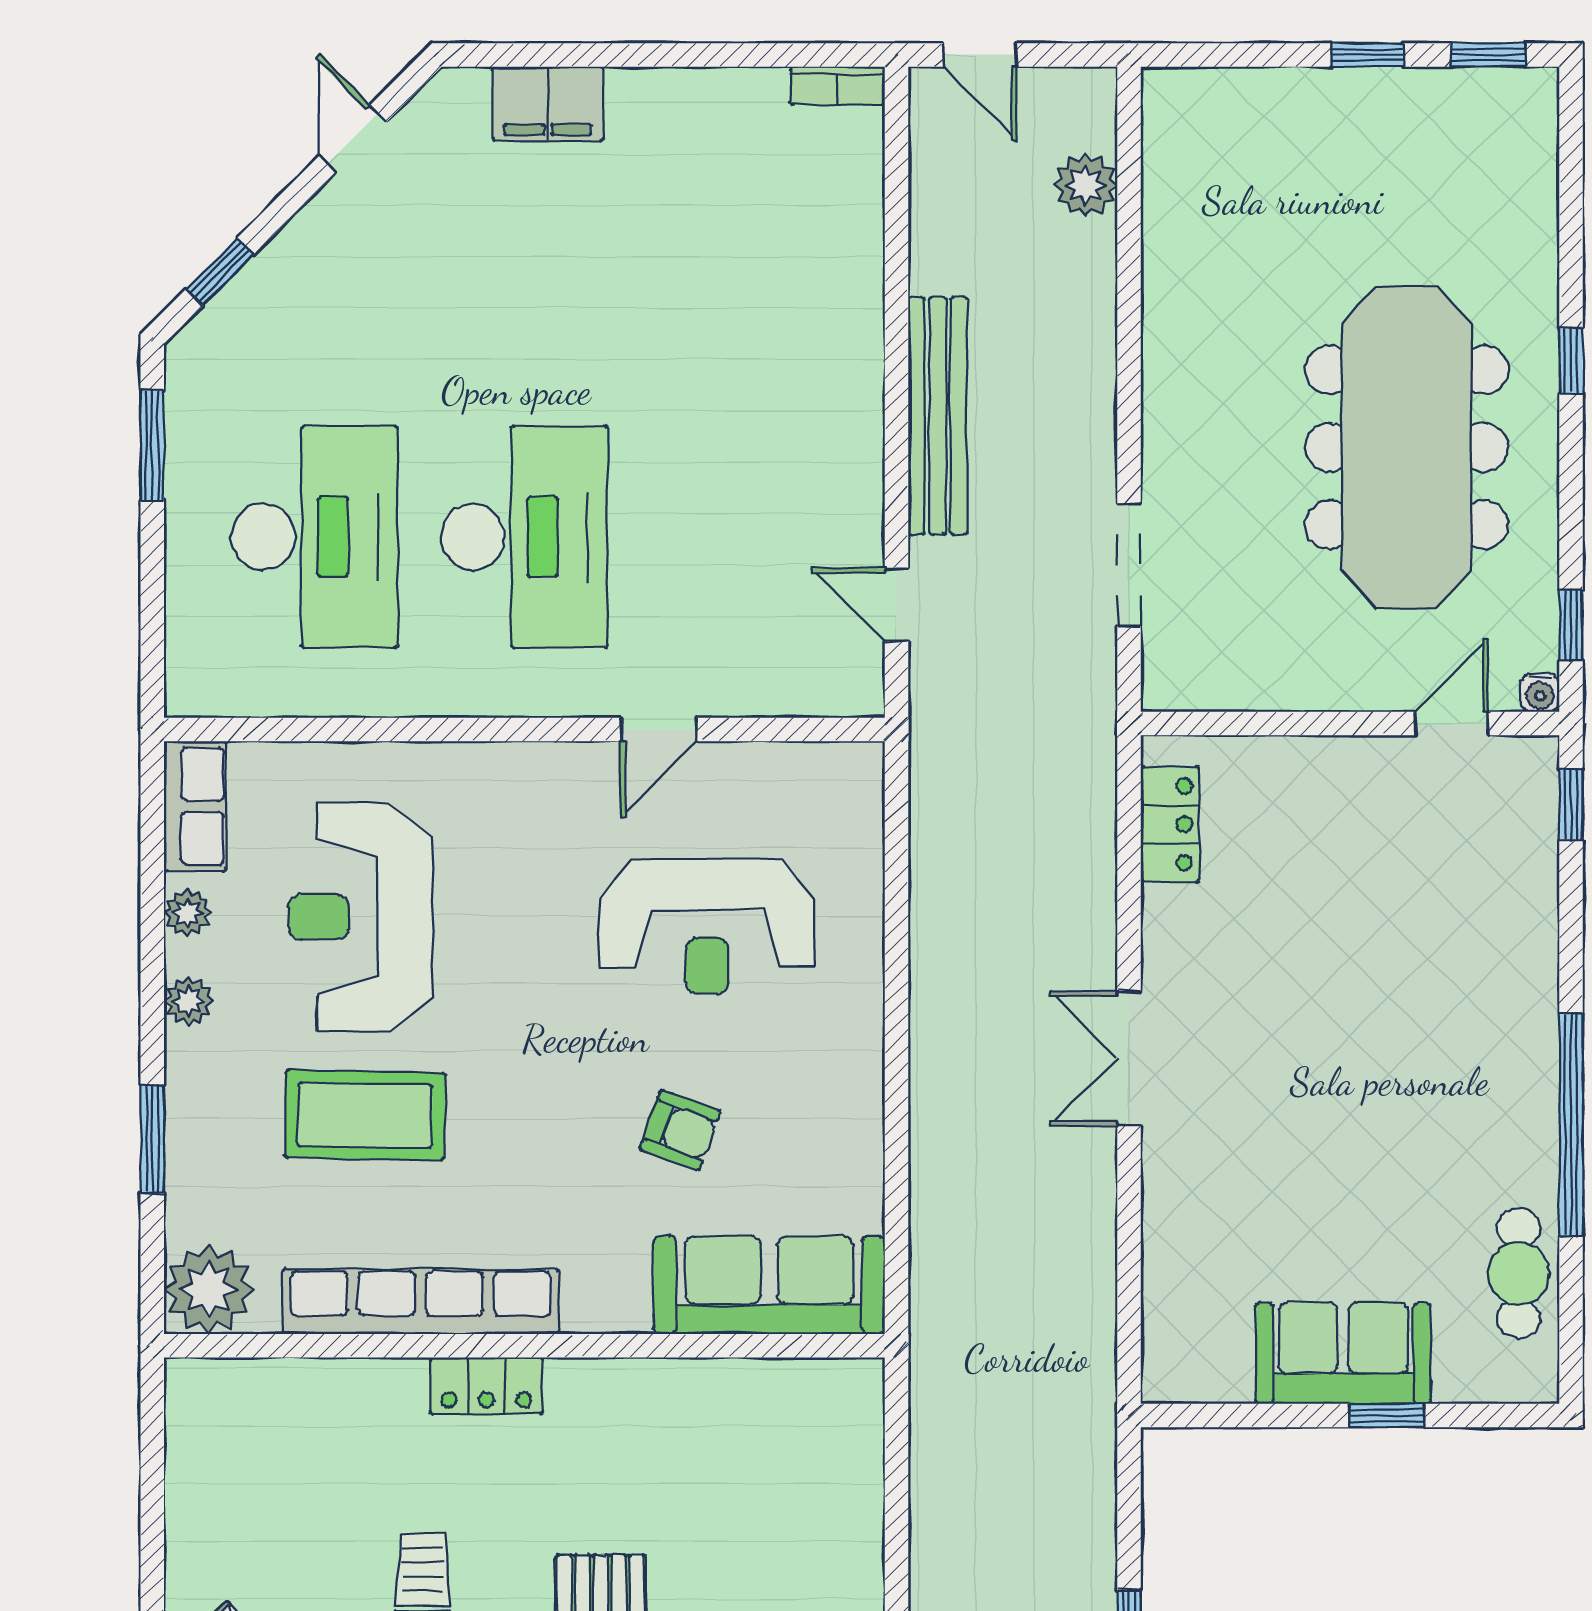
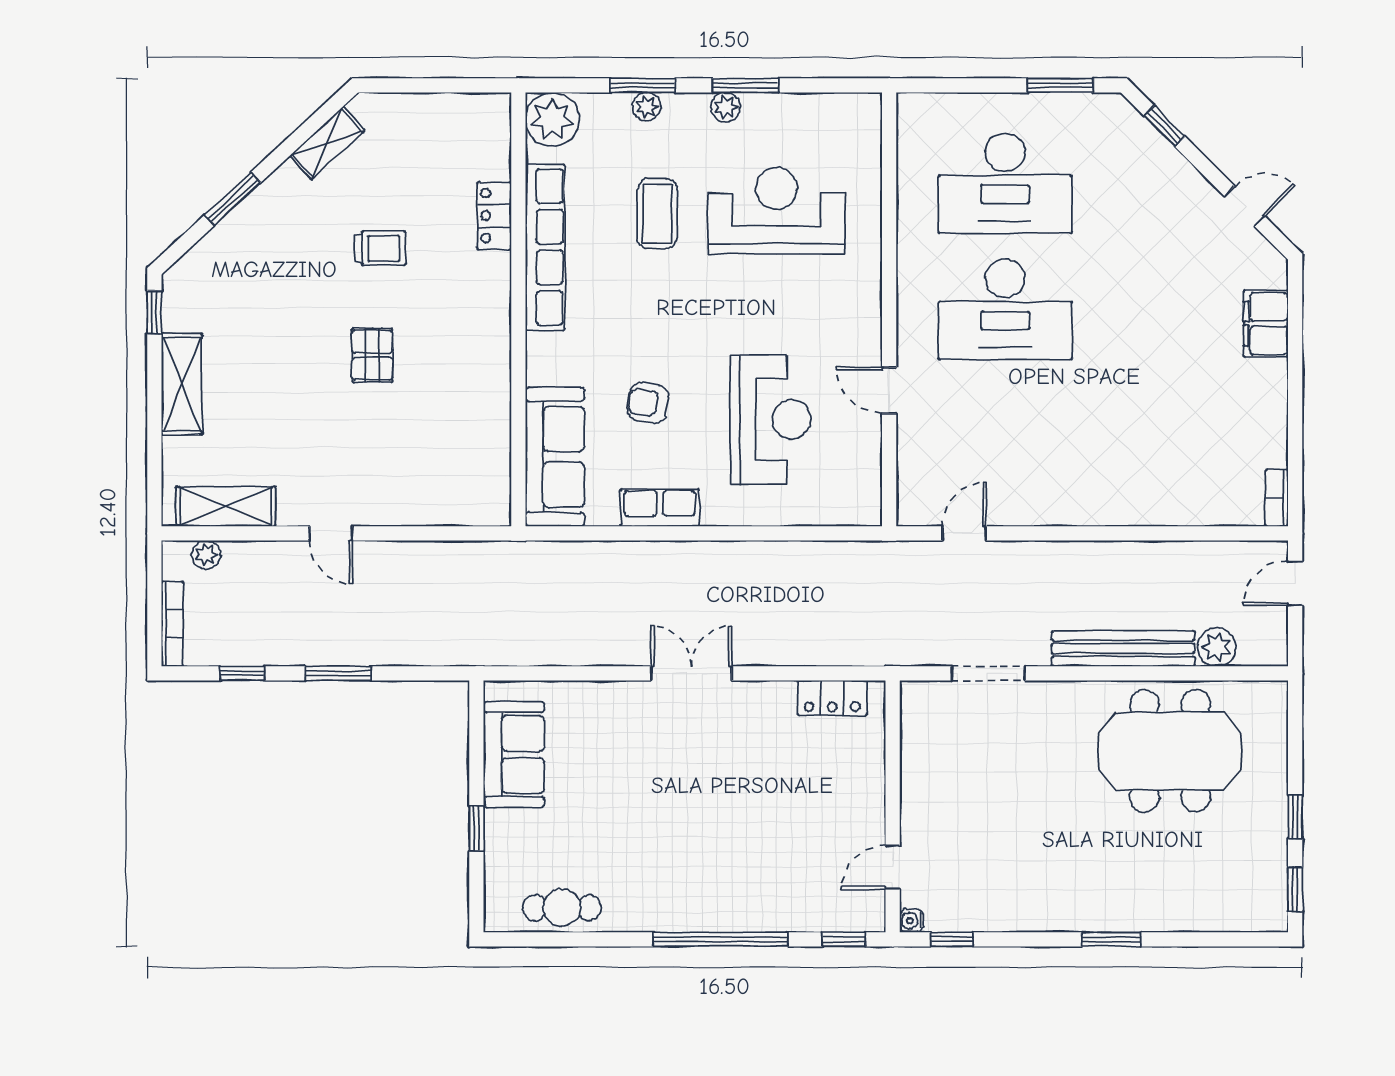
window: (1571, 360) -> (1111, 939), width x1.50
bench: (938, 416) -> (1123, 649), moved
meeting table: (1407, 447) -> (1170, 751), moved, width x0.73
door: (1452, 724) -> (893, 867), swing flipped
row of seats: (195, 806) -> (660, 508), moved, turned 180
plant: (188, 913) -> (646, 107), moved
reception desk: (707, 927) -> (770, 419), turned 180
window: (152, 968) -> (745, 85), added
coffee table: (365, 1115) -> (657, 213), width x0.73, depth x0.76
window: (1571, 1125) -> (720, 939), moved
armchair: (680, 1130) -> (648, 403), turned 79
sofa: (1343, 1353) -> (514, 755), moved
locker: (486, 1386) -> (494, 216), moved

